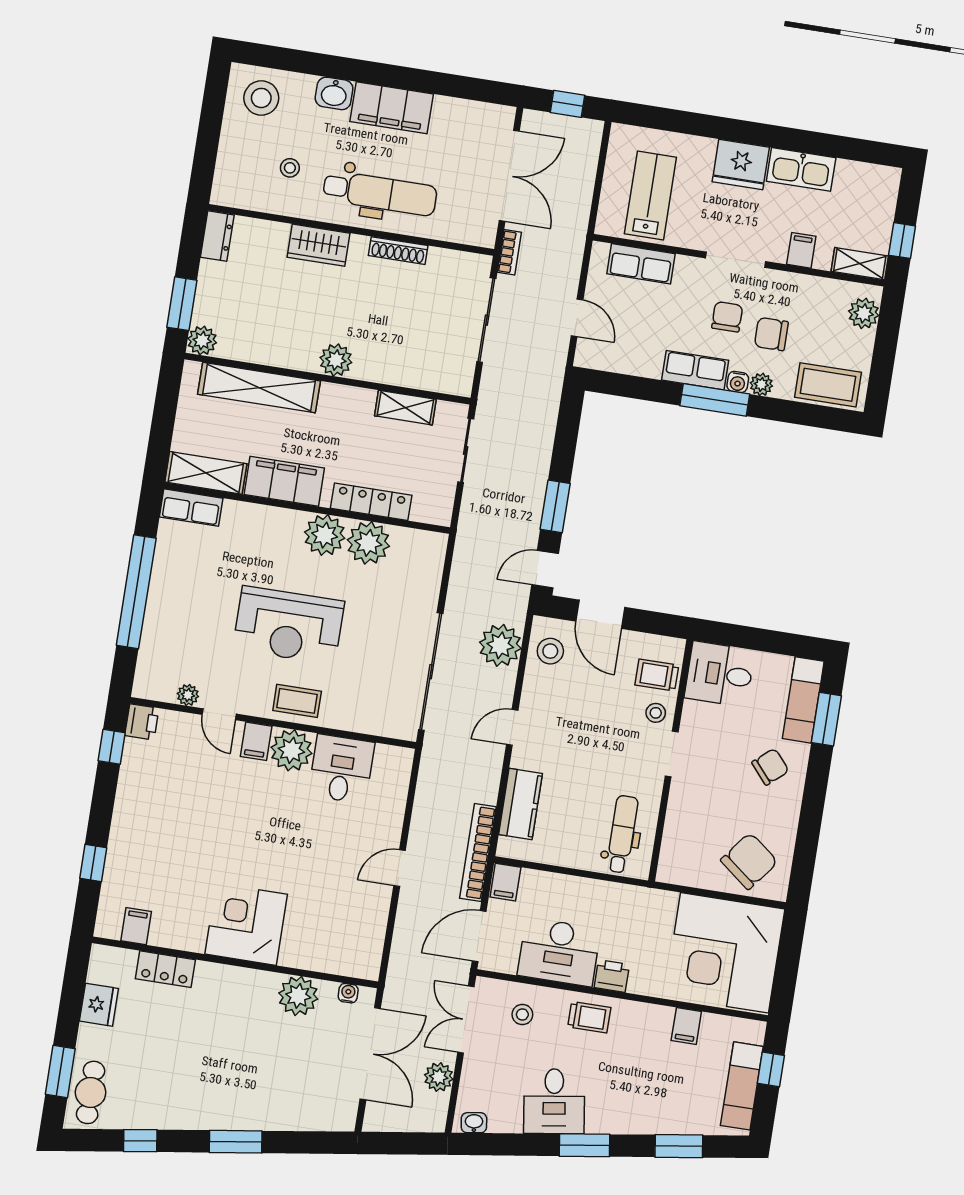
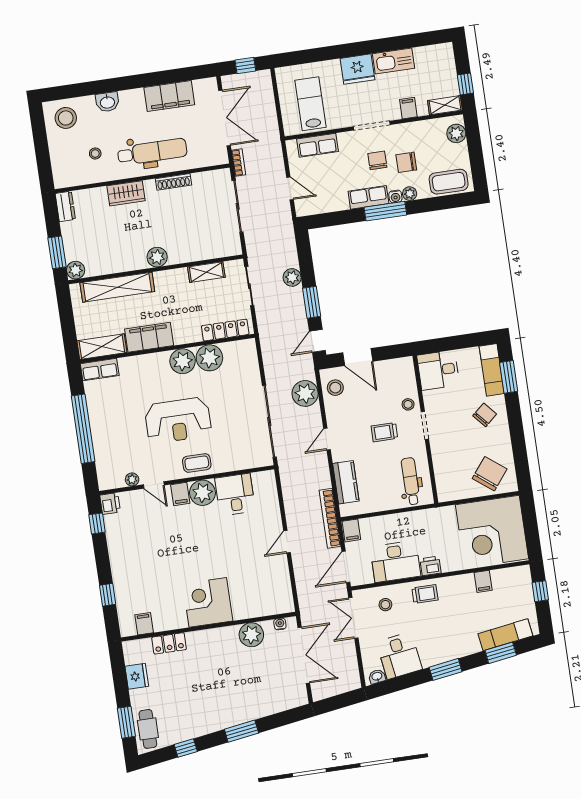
filing cabinet: (392, 108) -> (169, 96), moved
locker: (371, 502) -> (225, 330), moved
trolley: (657, 675) -> (384, 432), moved
plant: (439, 1077) -> (292, 277), moved
exam couch: (742, 1086) -> (505, 635), moved, turned 82
desk: (554, 1101) -> (399, 656), moved

